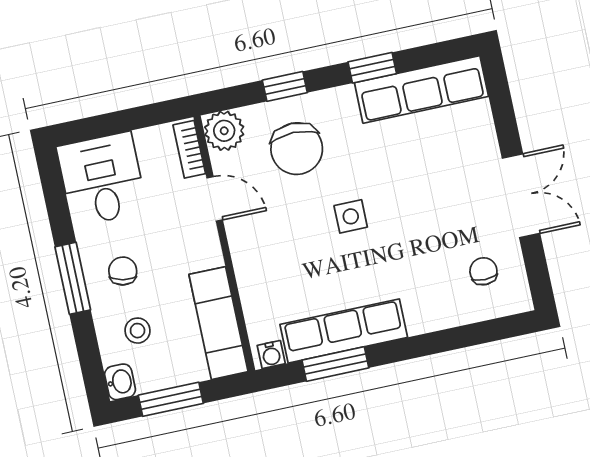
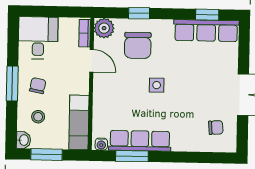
window: (372, 68) -> (207, 15), moved
chair: (483, 271) -> (216, 128), turned 86

